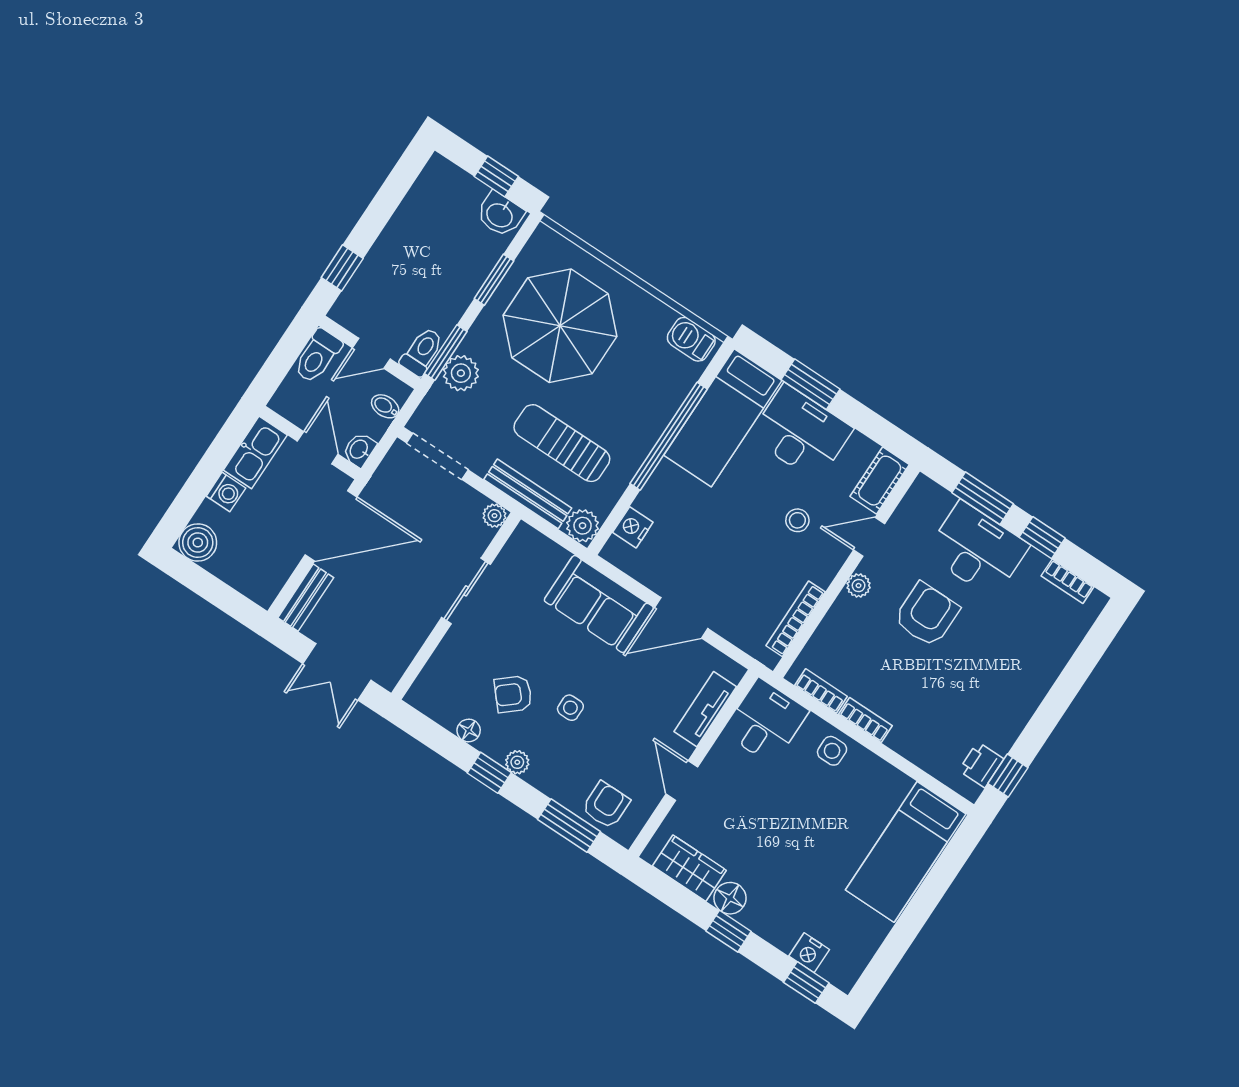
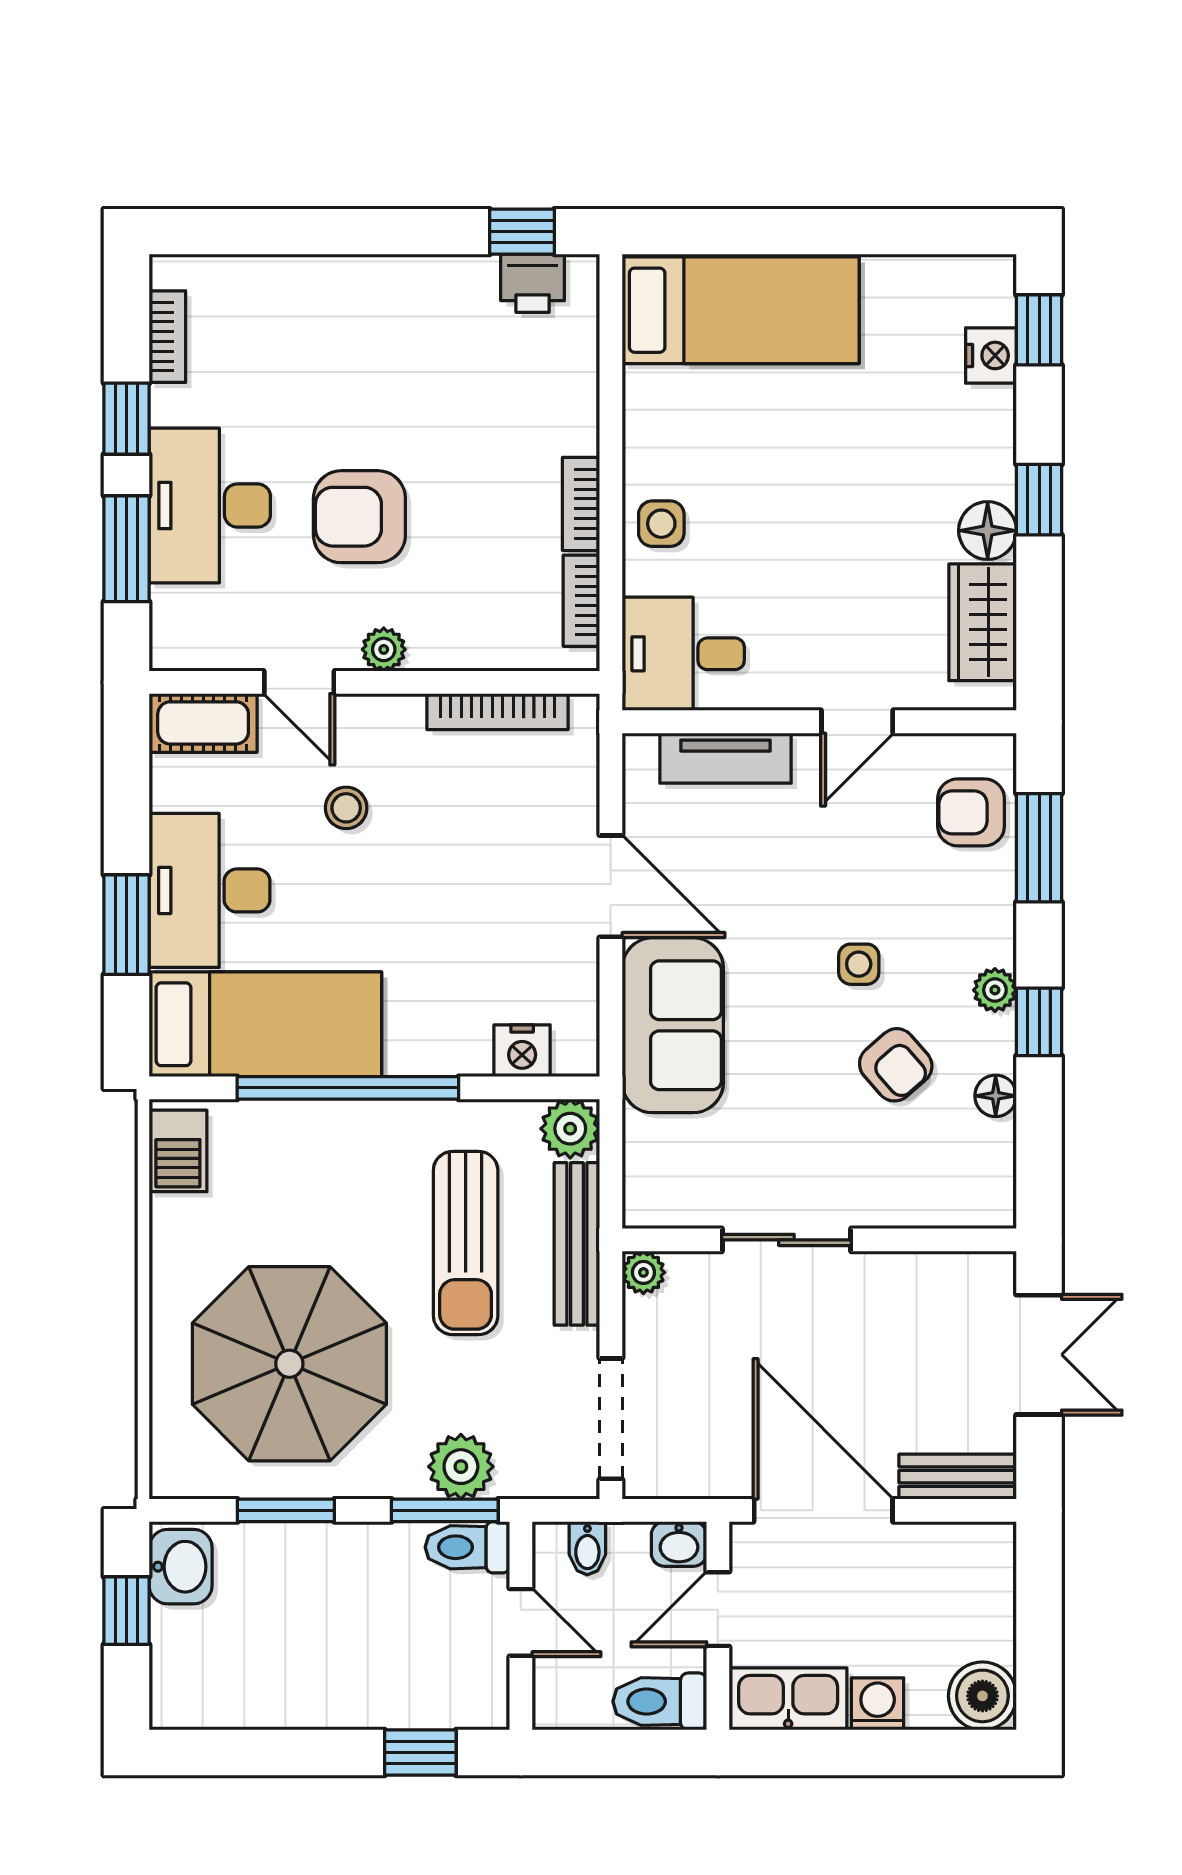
toilet: (318, 356) -> (660, 1701), moved, turned 180

